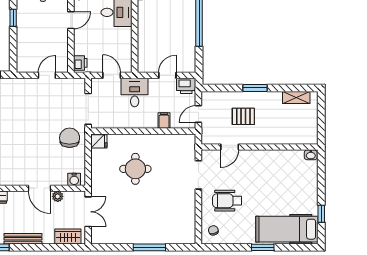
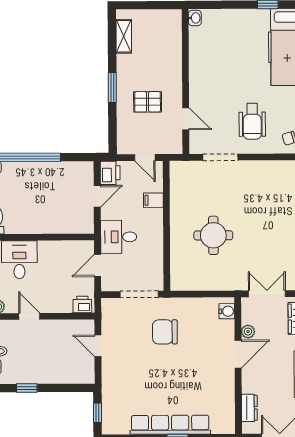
door: (167, 75) -> (97, 196), swing flipped
pallet: (243, 116) -> (148, 102), turned 90
chair: (70, 138) -> (165, 332), moved
fridge: (99, 141) -> (179, 281), removed

